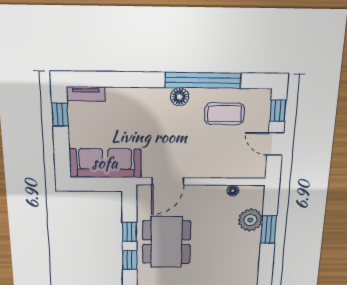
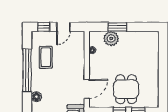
floor lamp: (180, 97) -> (36, 97), moved
door: (168, 181) -> (87, 89), hinge flipped
dining table: (166, 242) -> (126, 89), width x0.73

